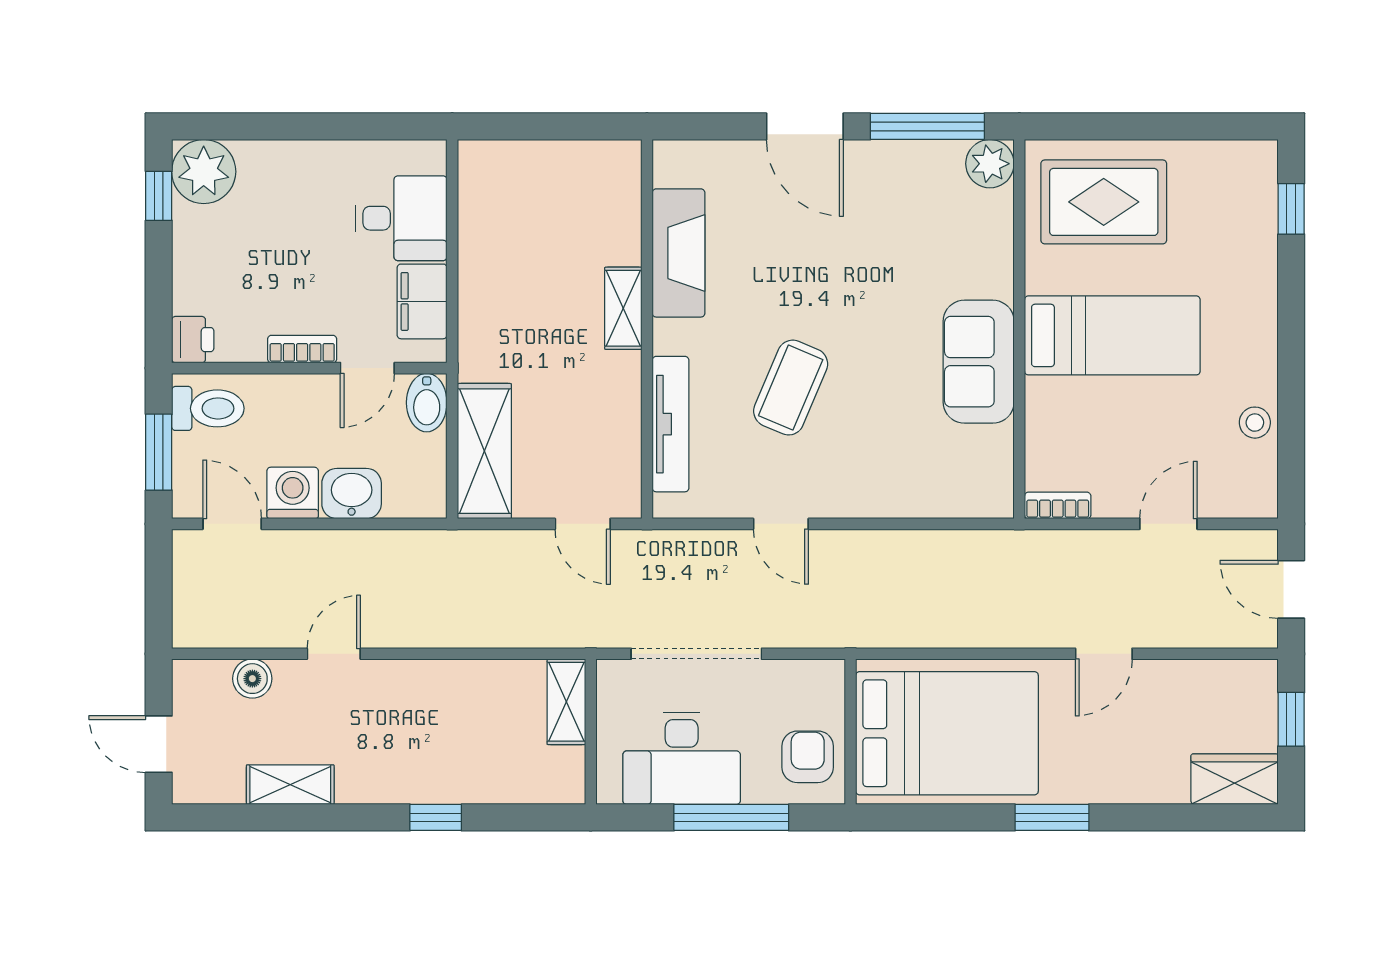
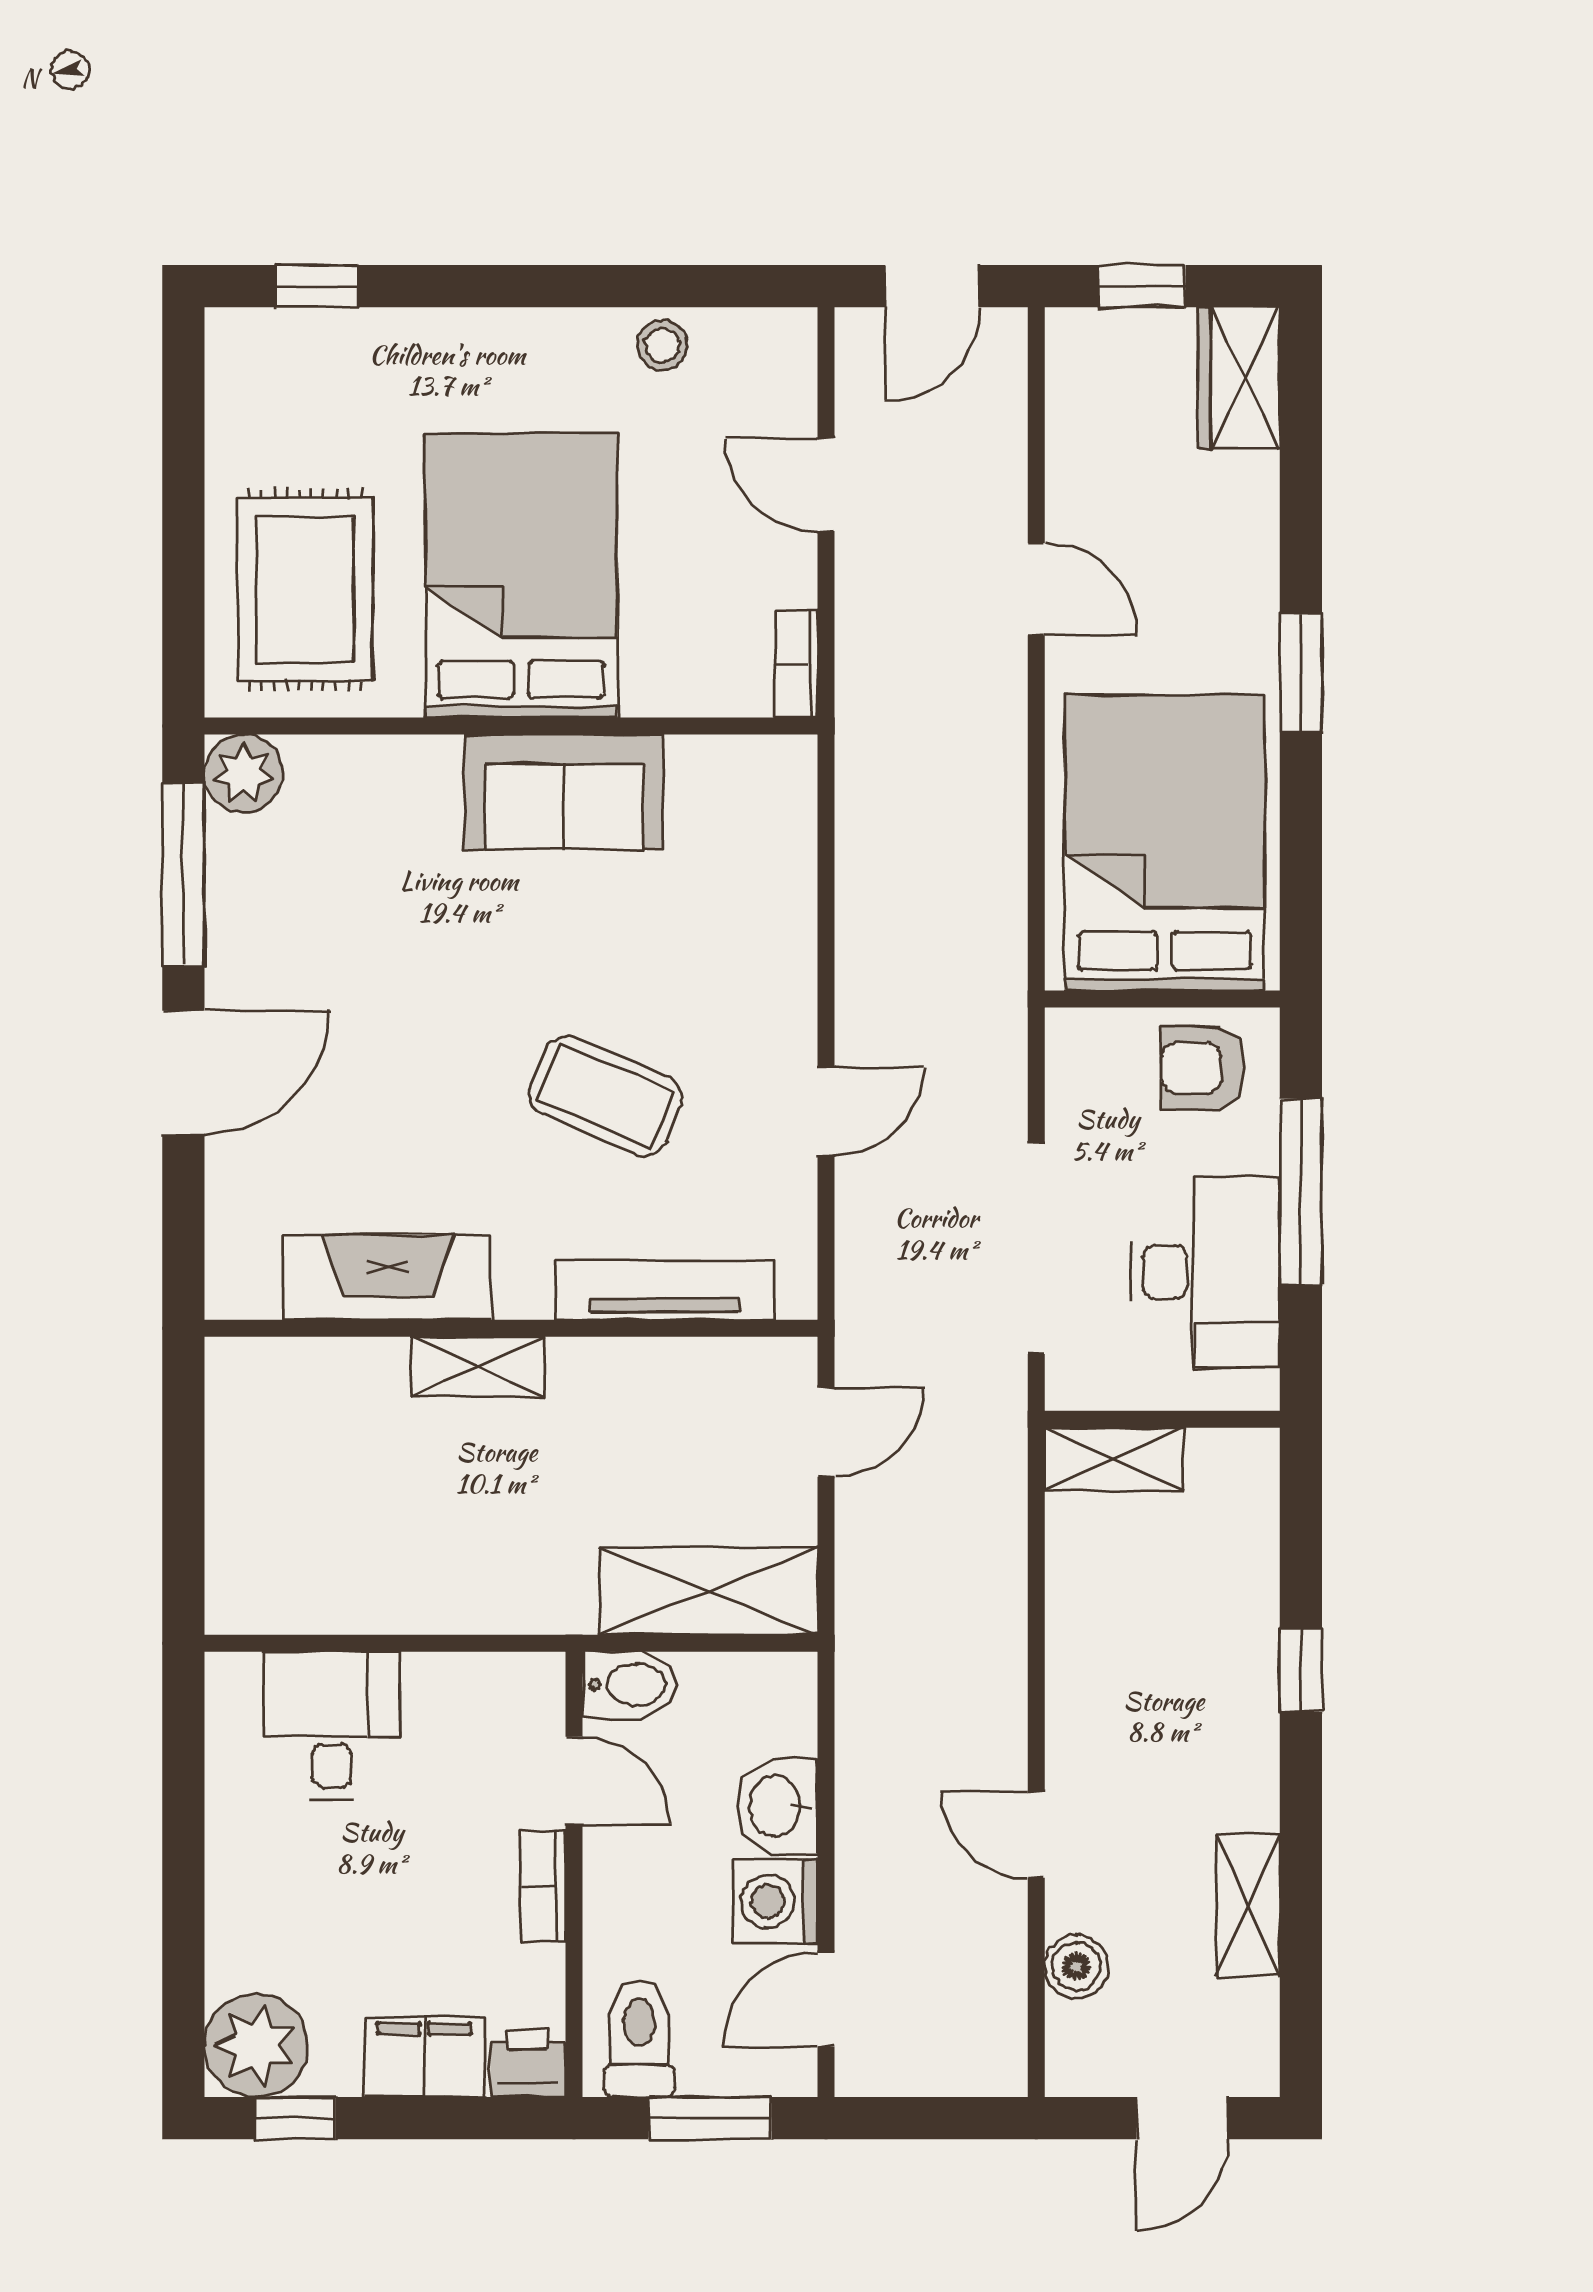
filing cabinet: (422, 301) -> (424, 2057), moved, turned 180
bed: (1112, 335) -> (521, 575), width x1.50

